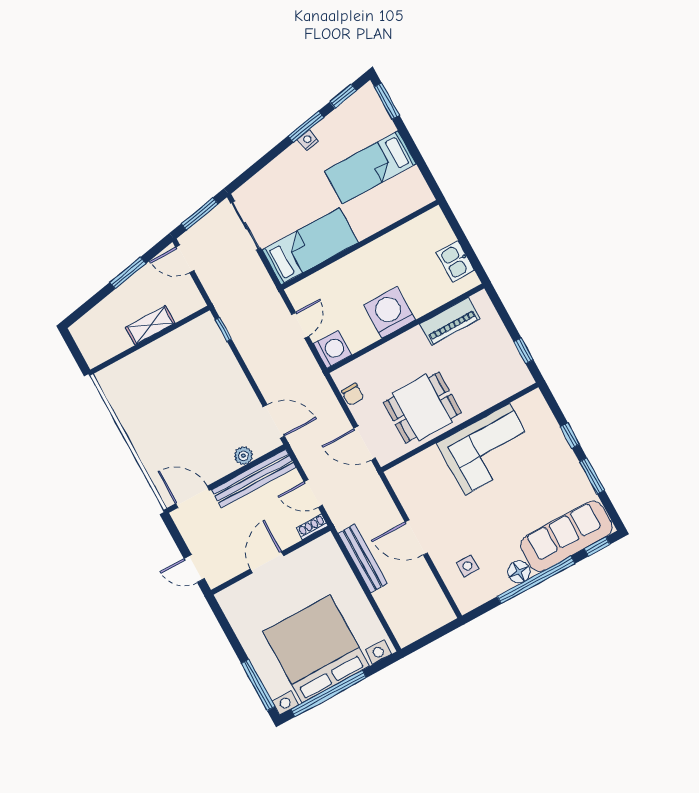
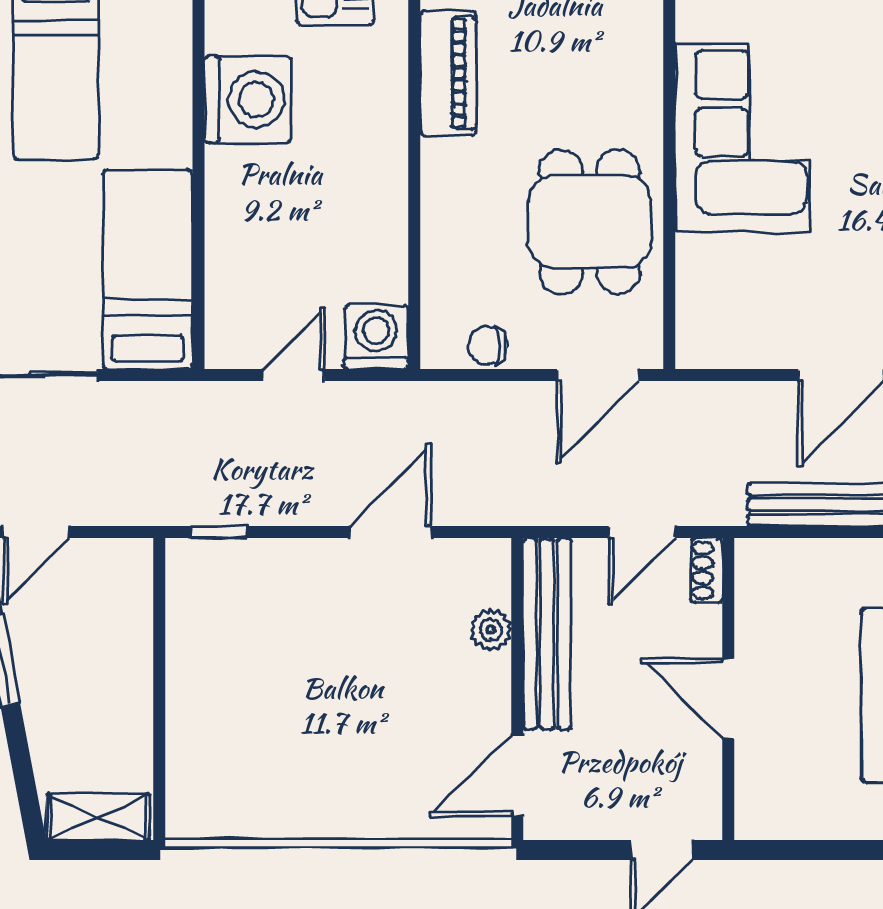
washing machine: (390, 312) -> (248, 99), moved, turned 180
shelving: (150, 325) -> (98, 817), moved, turned 90
door: (300, 325) -> (293, 375), hinge flipped
chair: (353, 394) -> (488, 346), turned 180
door: (274, 422) -> (390, 532), moved

